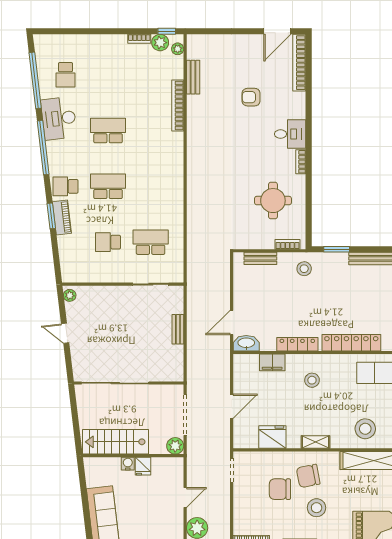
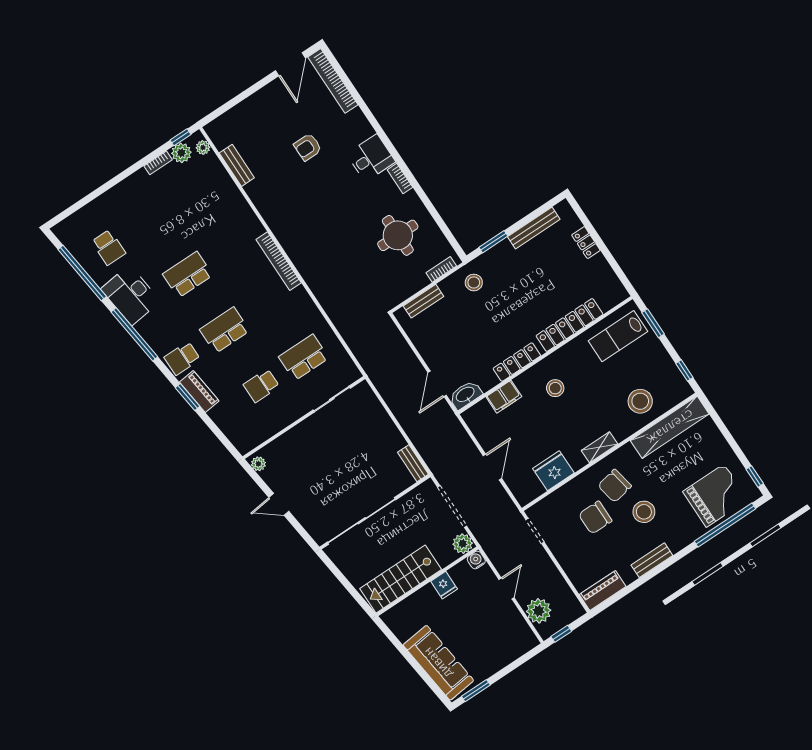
bookcase: (178, 105) -> (279, 261), moved
bench: (178, 329) -> (413, 463), moved
water cooler: (128, 464) -> (476, 560), moved

